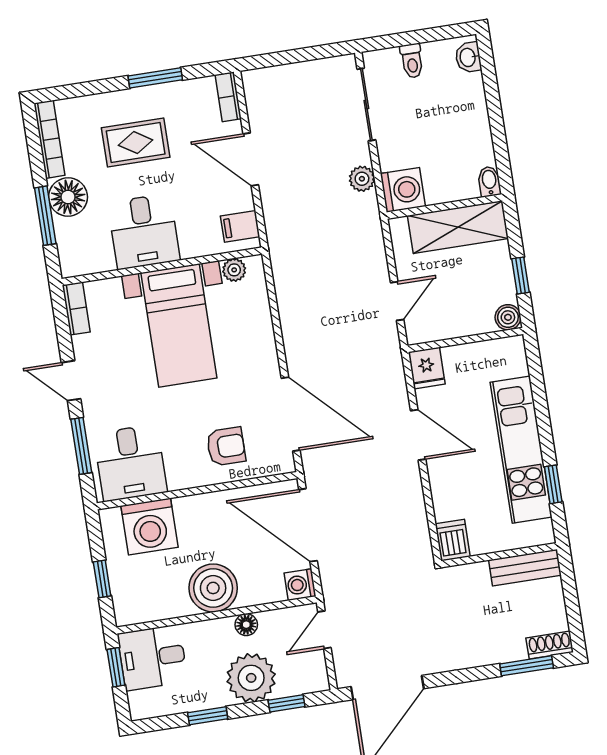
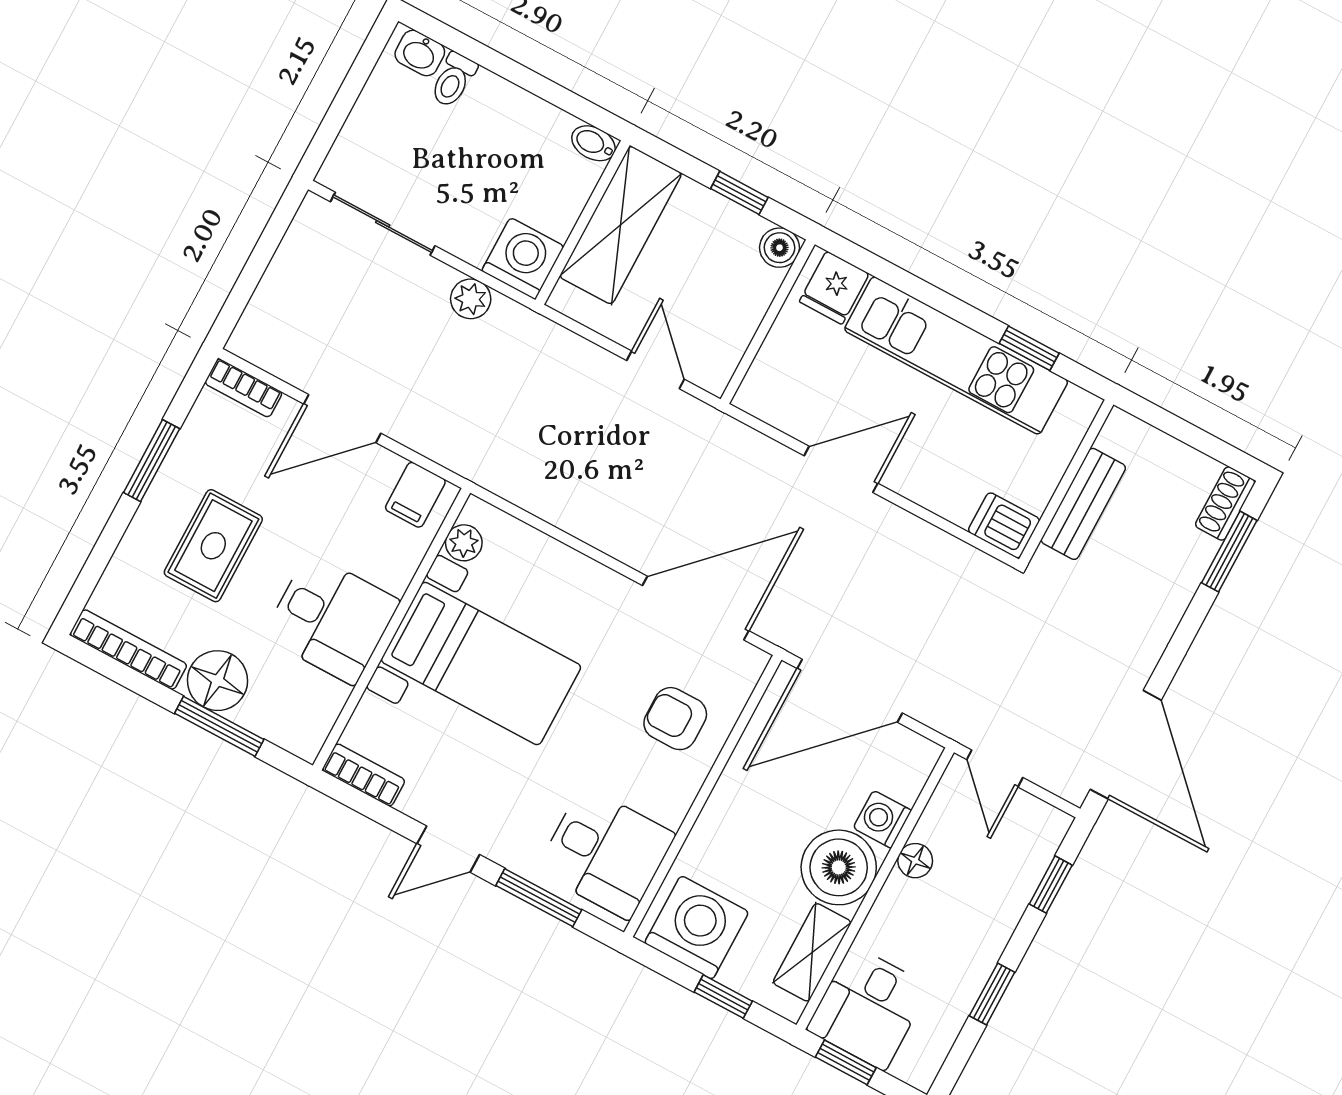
toilet: (412, 61) -> (453, 80), moved, turned 90
fridge: (427, 368) -> (834, 288), moved, turned 90
armchair: (226, 446) -> (675, 719), turned -90
washing machine: (149, 526) -> (697, 927), moved, turned -90
bench: (525, 568) -> (1083, 504), moved
washing machine: (300, 585) -> (882, 819), moved, turned 90
shelving: (159, 607) -> (812, 952), added
plant: (251, 678) -> (986, 905), removed

